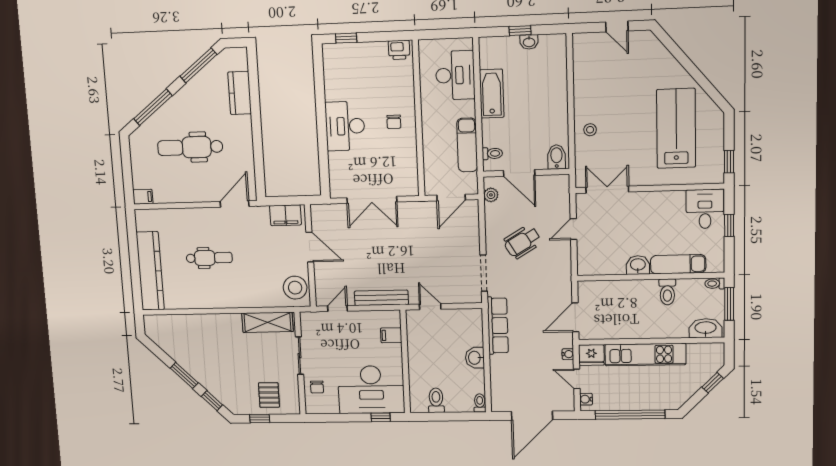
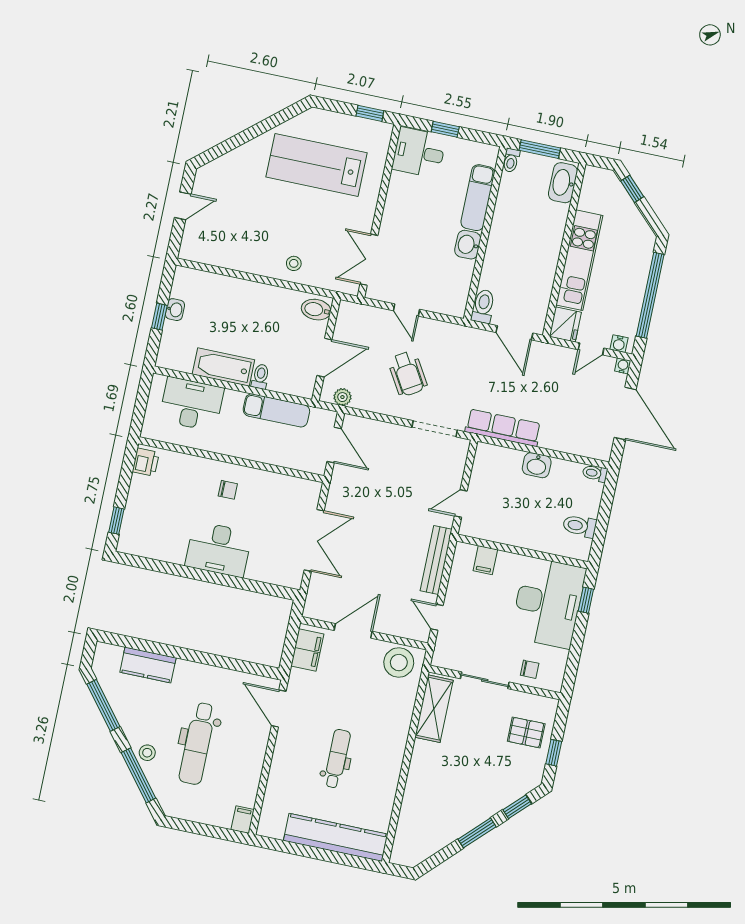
stool: (172, 110) -> (147, 753), added
toilet: (492, 154) -> (260, 376), moved
toilet: (667, 292) -> (483, 306), moved, turned -90
water cooler: (568, 354) -> (623, 366), moved

